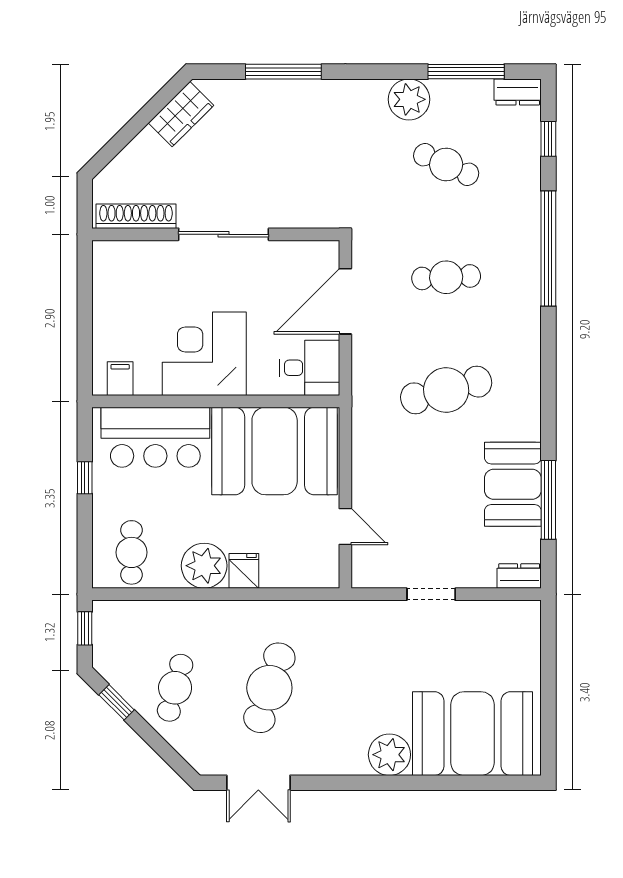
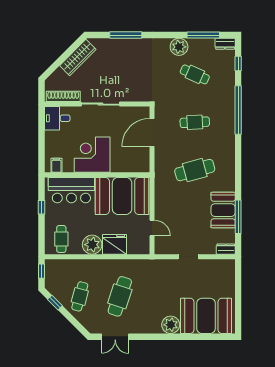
wardrobe: (181, 114) -> (78, 57), width x1.50
desk: (310, 368) -> (57, 118), moved, turned 180
fridge: (244, 571) -> (114, 244), width x1.88, depth x1.34

